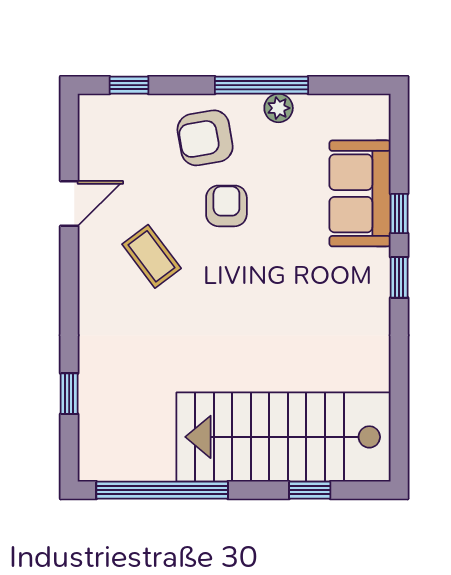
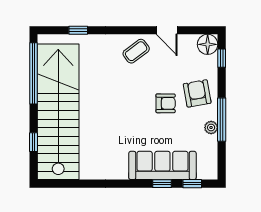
floor lamp: (100, 116) -> (208, 44), added
sofa: (360, 193) -> (162, 165), width x1.36
coffee table: (152, 256) -> (136, 51), moved
window: (399, 277) -> (192, 184), moved
stairs: (284, 437) -> (58, 112), width x1.36

